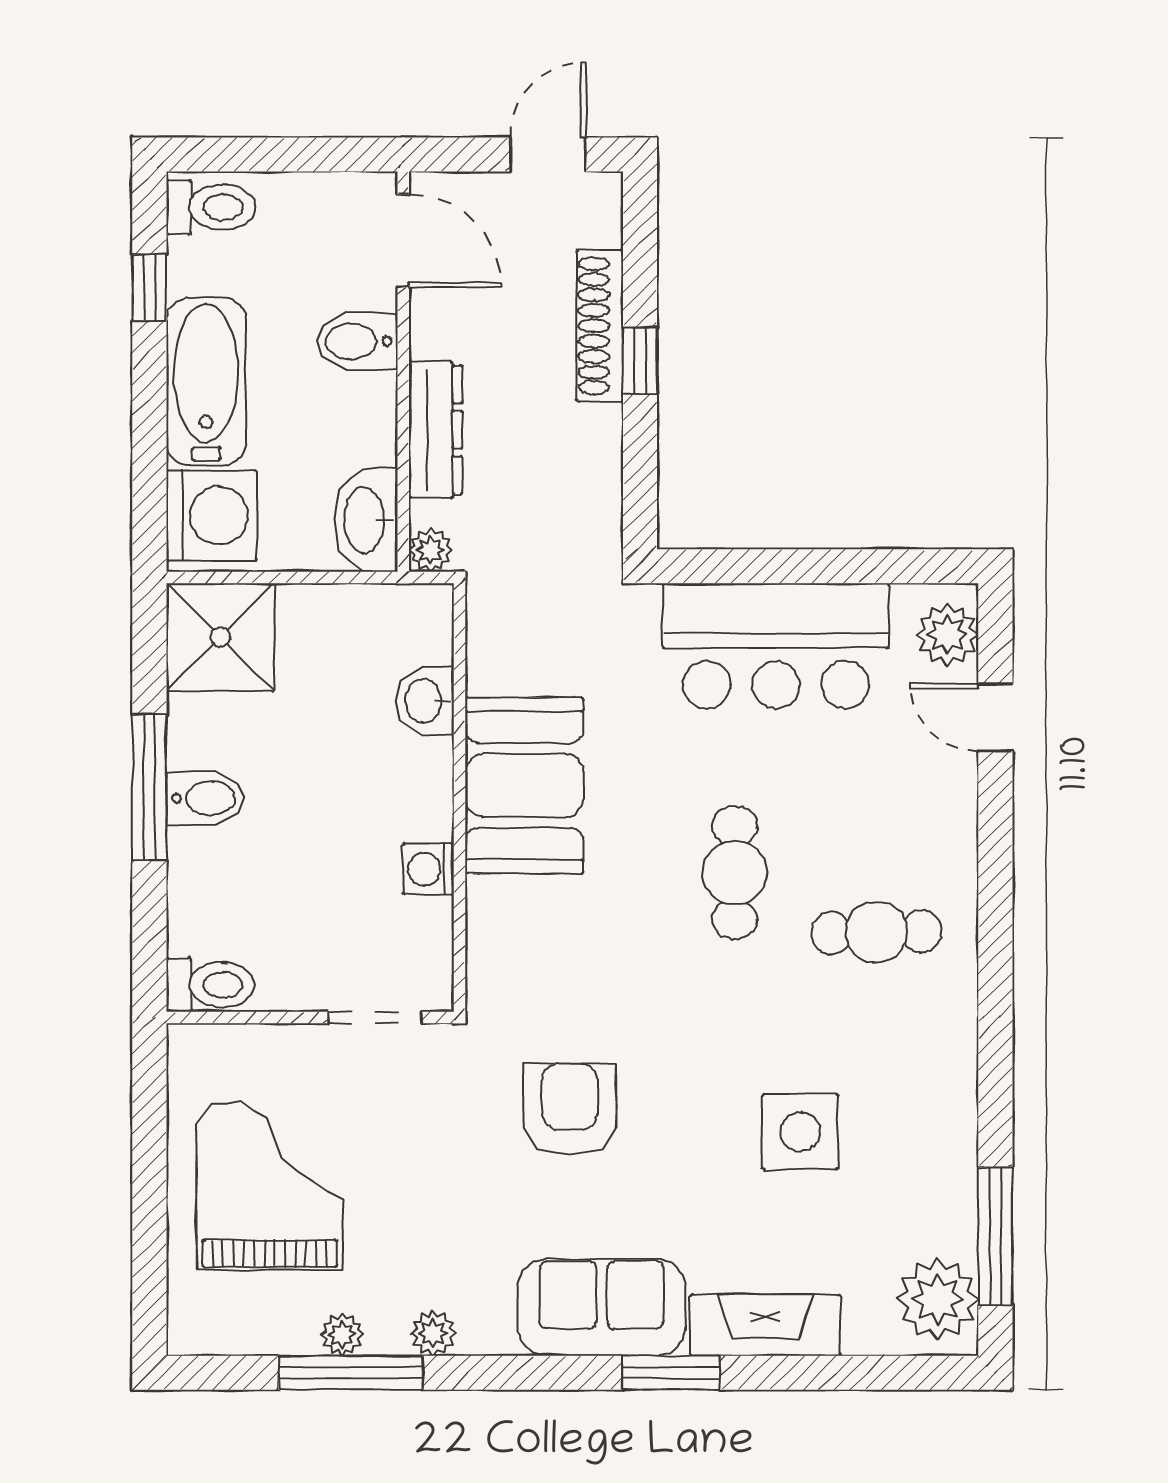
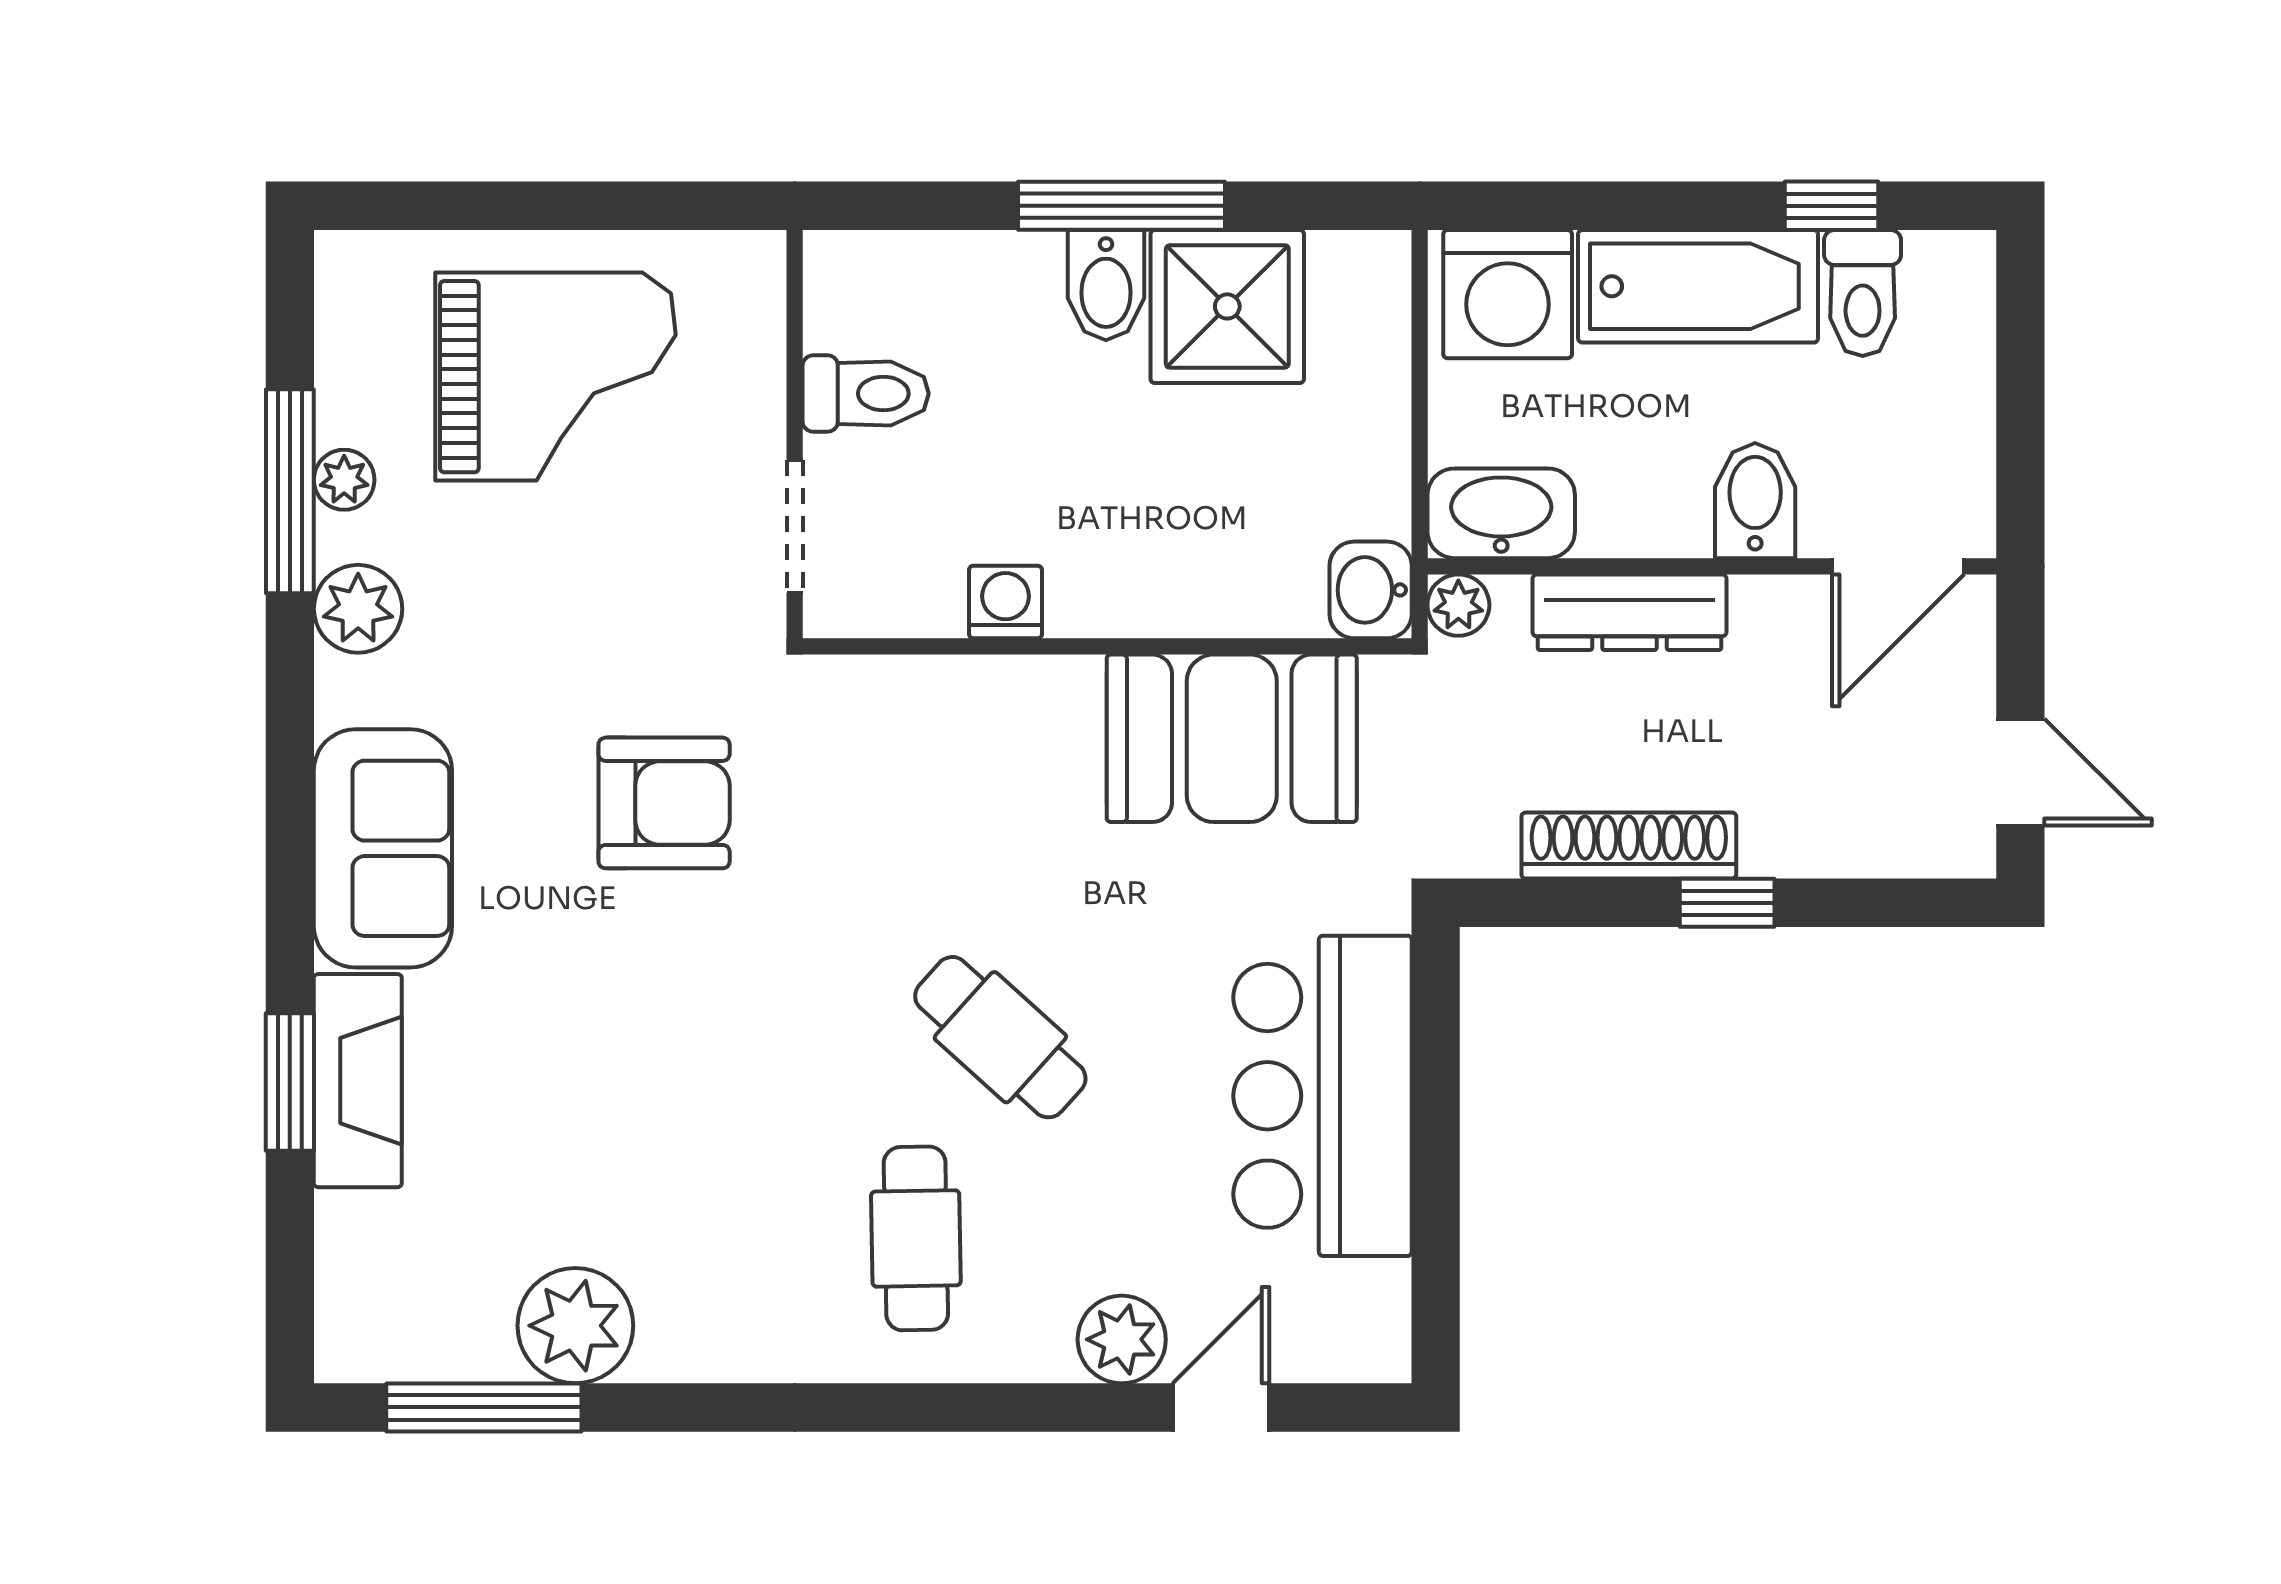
toilet: (211, 207) -> (1863, 293), moved
shoe rack: (600, 326) -> (1629, 846), moved
plant: (947, 635) -> (1122, 1339), moved
shower: (220, 637) -> (1227, 306), moved
washbasin: (425, 701) -> (1371, 590), moved, turned -90
booth: (524, 785) -> (1232, 738), moved
cafe table: (735, 873) -> (1000, 1037), turned 42
toilet: (211, 985) -> (866, 394), moved, turned -90
side table: (800, 1132) -> (632, 1130), removed
plant: (938, 1299) -> (575, 1326), moved
plant: (433, 1333) -> (358, 609), width x1.38, depth x1.38
window: (671, 1373) -> (290, 1082), moved

